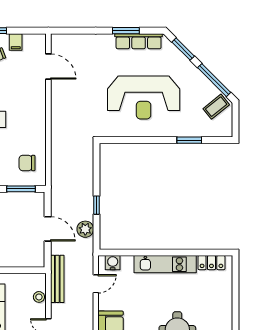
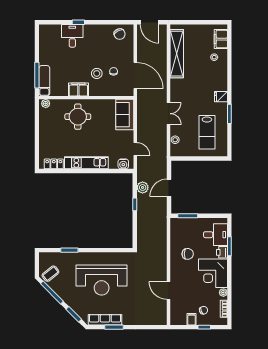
door: (48, 67) -> (168, 290), moved
reception desk: (144, 98) -> (102, 280), turned 180
chair: (27, 163) -> (188, 254), moved
door: (48, 229) -> (169, 188), hinge flipped
bench: (57, 279) -> (162, 153), removed
door: (96, 284) -> (135, 149), swing flipped

